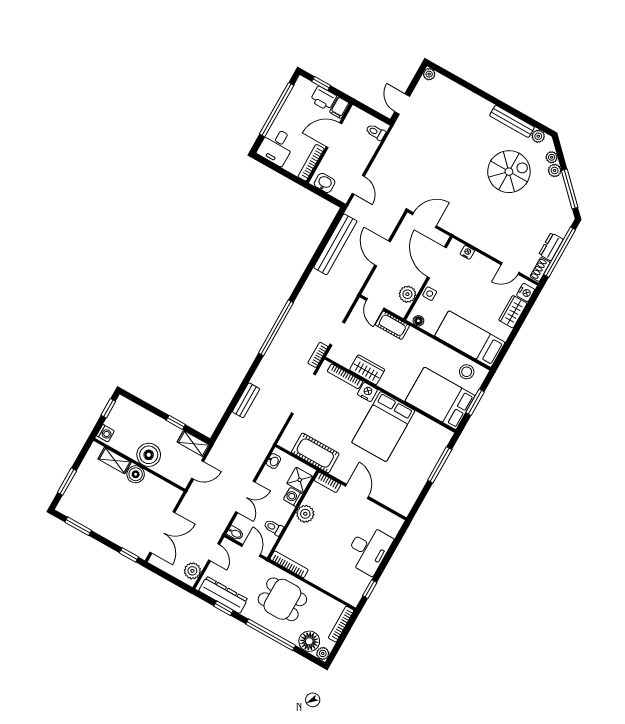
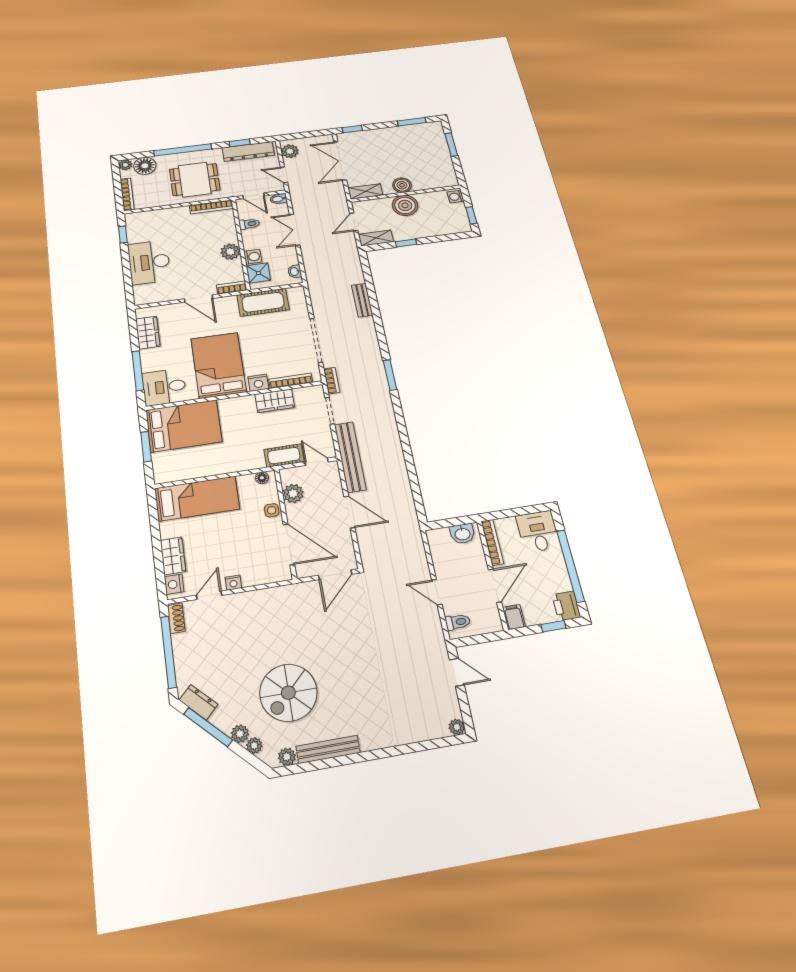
printer: (323, 98) -> (566, 606), moved, turned -90
door: (358, 185) -> (437, 592), moved
bench: (335, 244) -> (350, 457), moved
dresser: (551, 247) -> (199, 702), moved, turned -45
nightstand: (467, 252) -> (233, 583), moved
window: (276, 328) -> (390, 375), width x0.47
stool: (467, 372) -> (176, 467), removed
desk: (431, 438) -> (164, 387), added
shelving: (115, 460) -> (365, 191), moved
wardrobe: (412, 491) -> (148, 333), added

